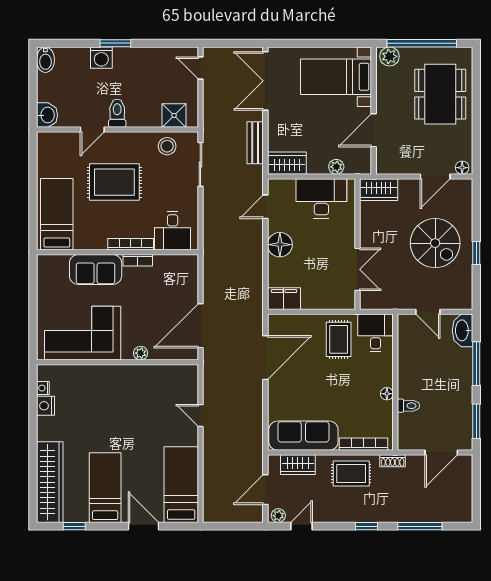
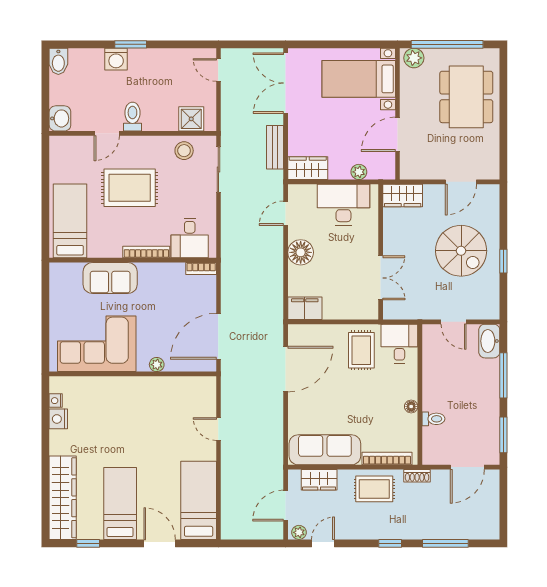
floor lamp: (462, 168) -> (489, 173), removed
bookcase: (138, 260) -> (201, 269), moved

